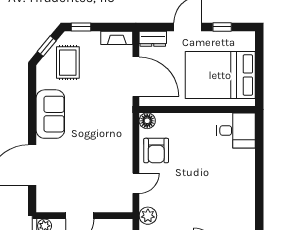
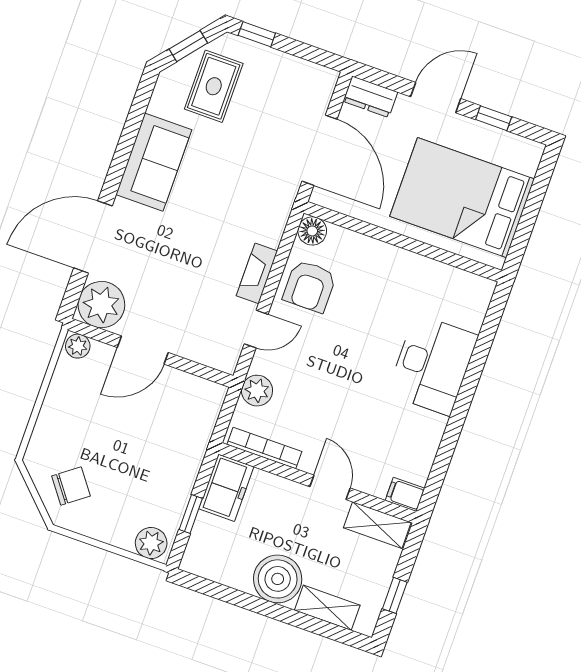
fireplace: (117, 38) -> (257, 273), moved, turned 90
desk: (236, 130) -> (433, 365), moved, width x1.37
plant: (49, 199) -> (101, 305), added

